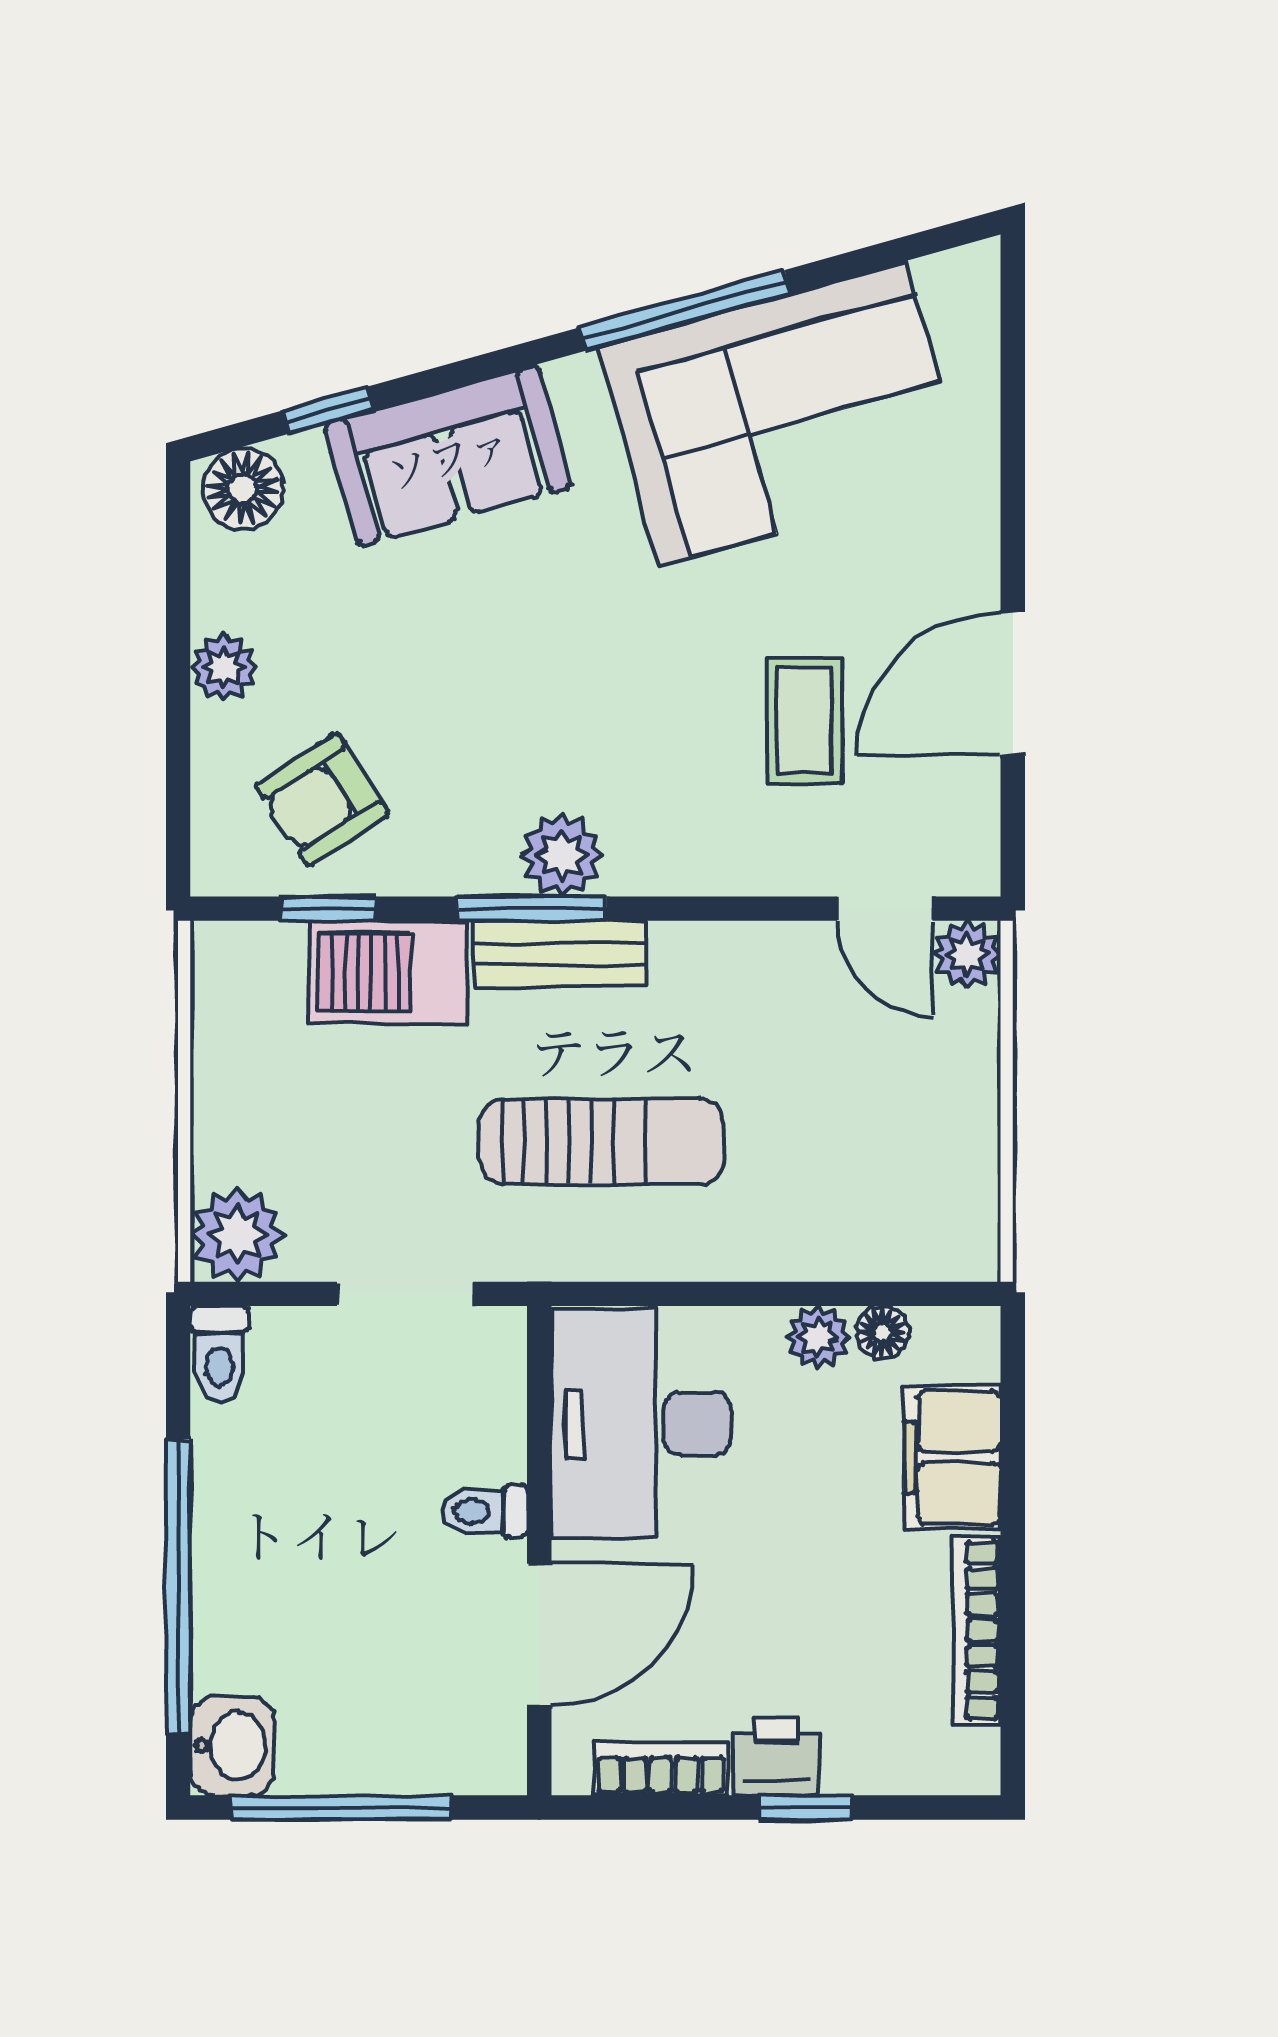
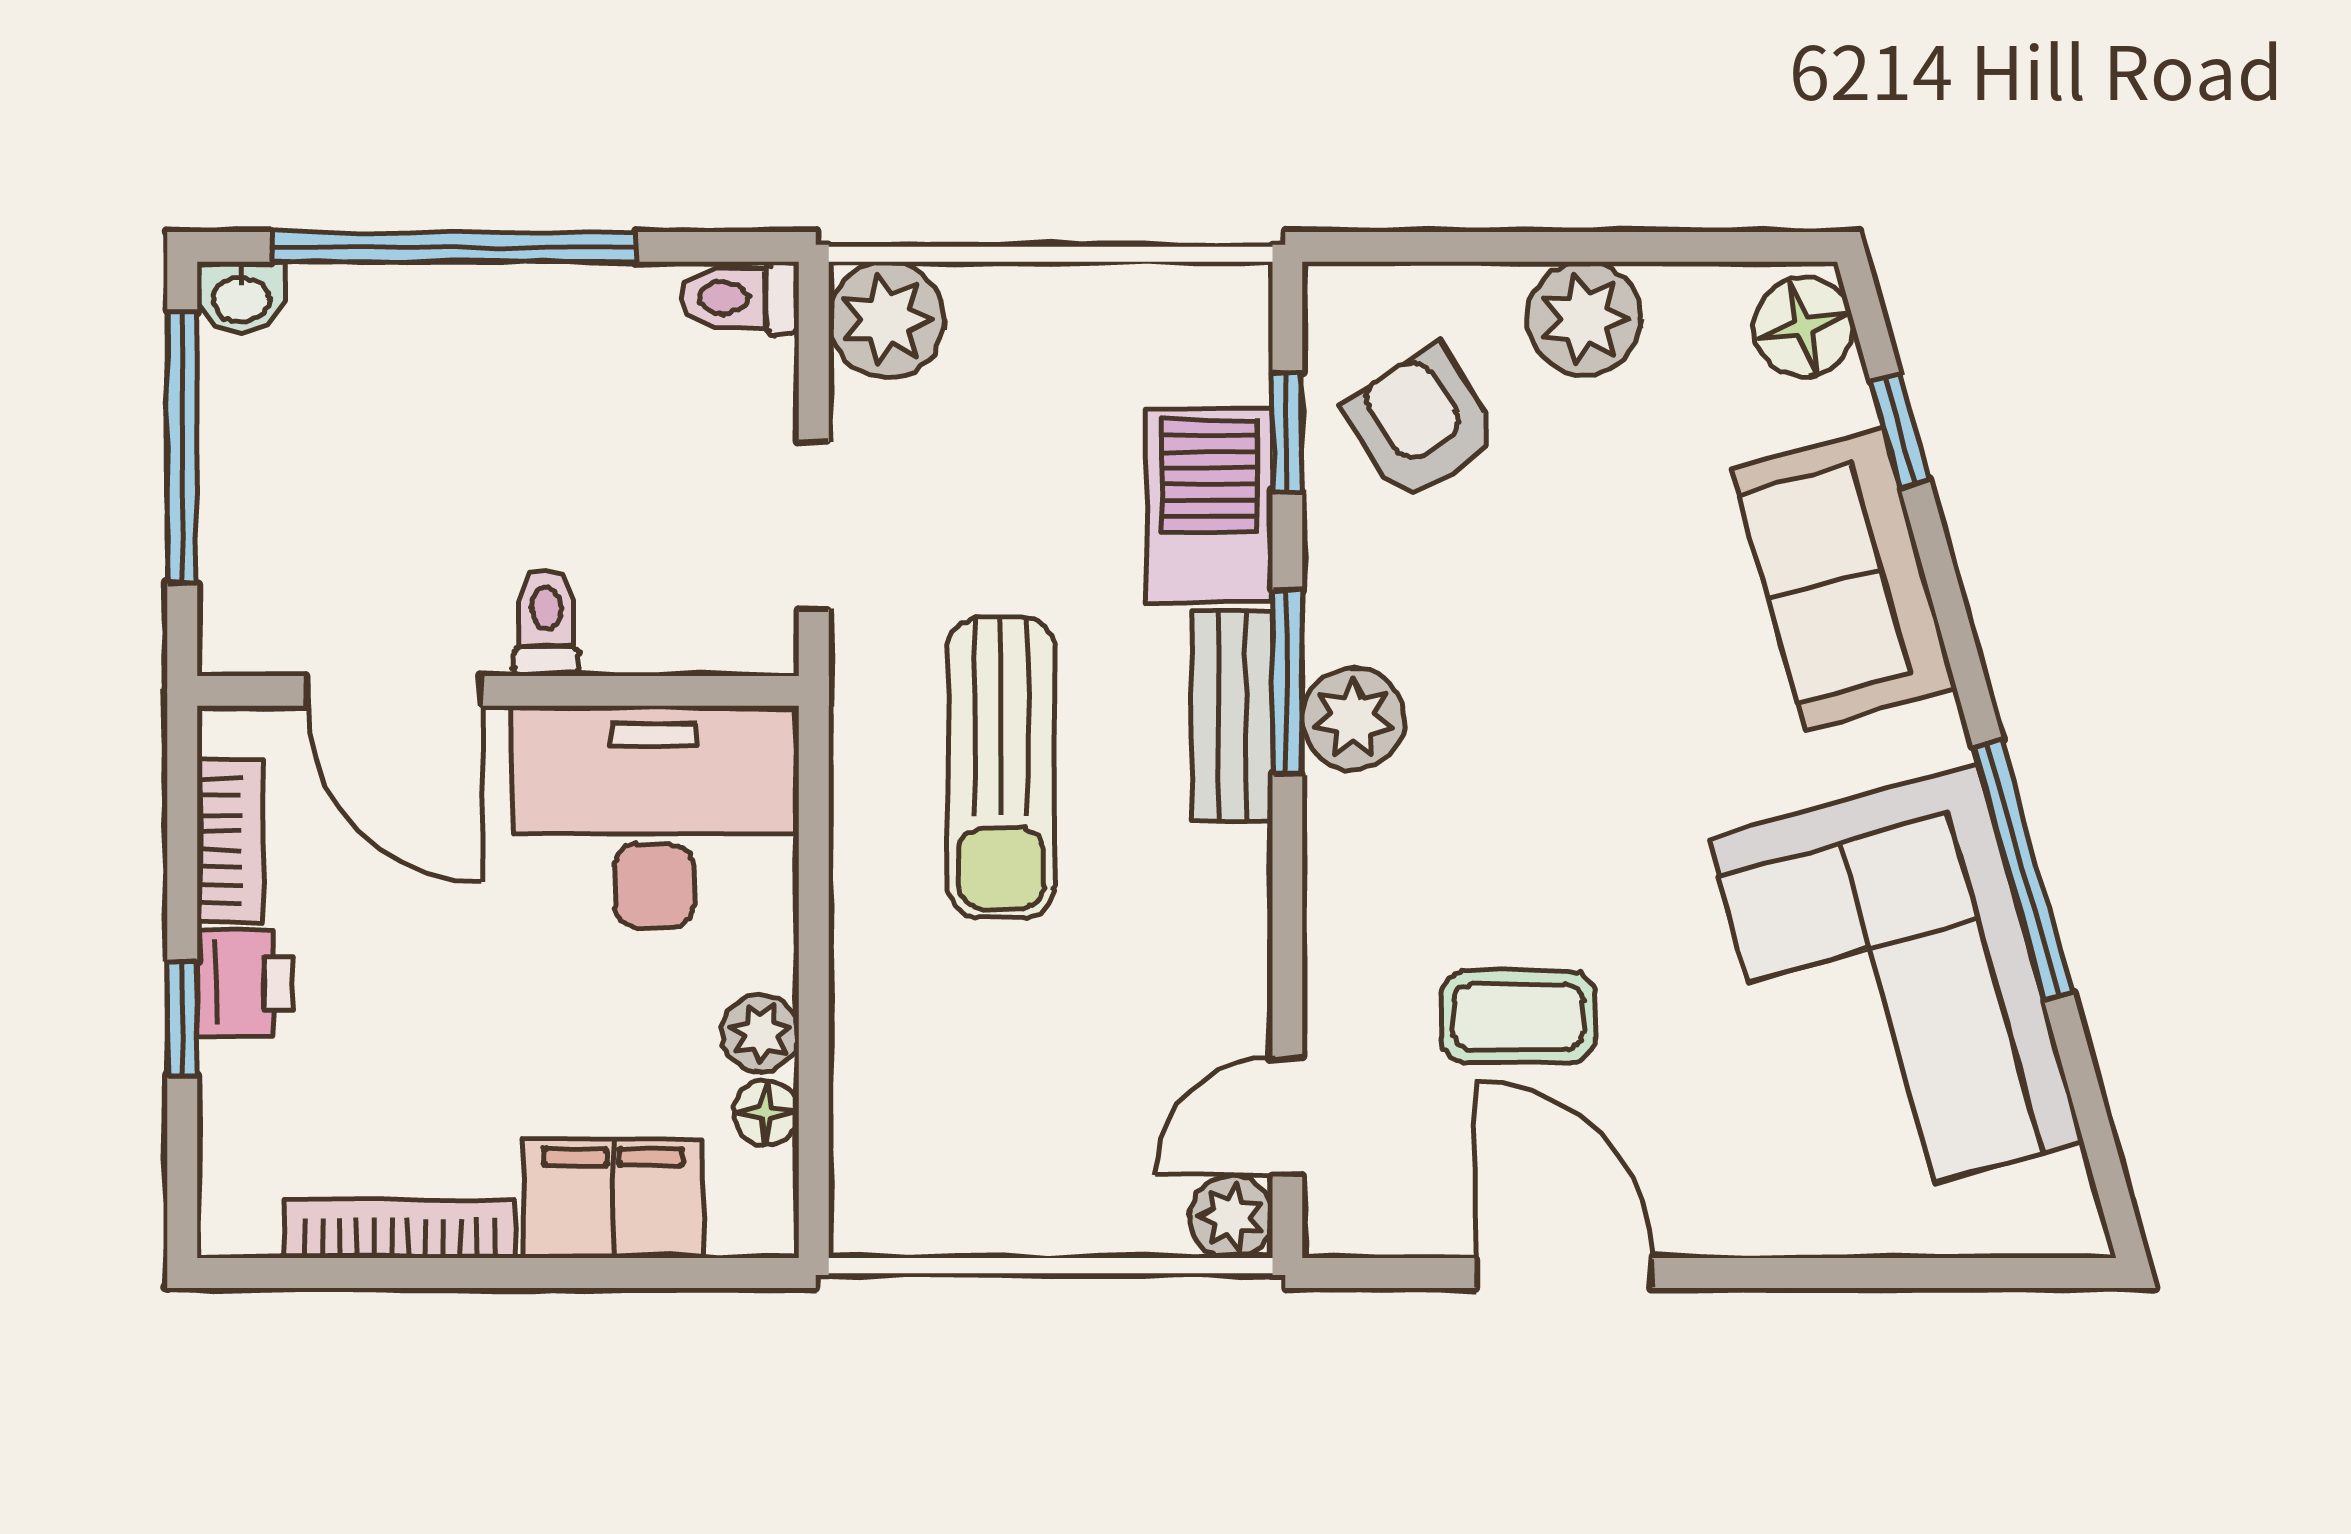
plant: (224, 667) -> (1584, 318), width x1.38, depth x1.38
washbasin: (232, 1746) -> (241, 297), width x0.72, depth x0.69

